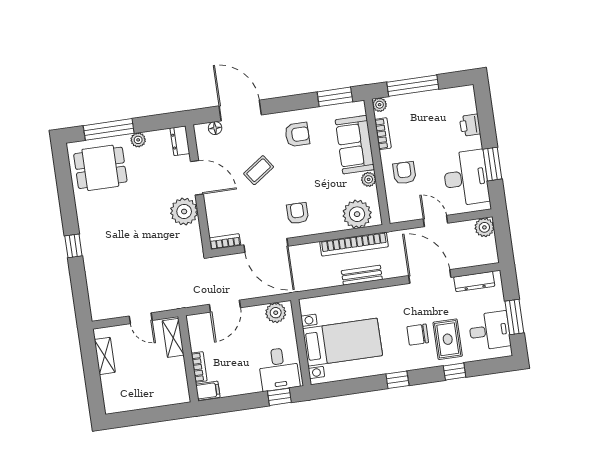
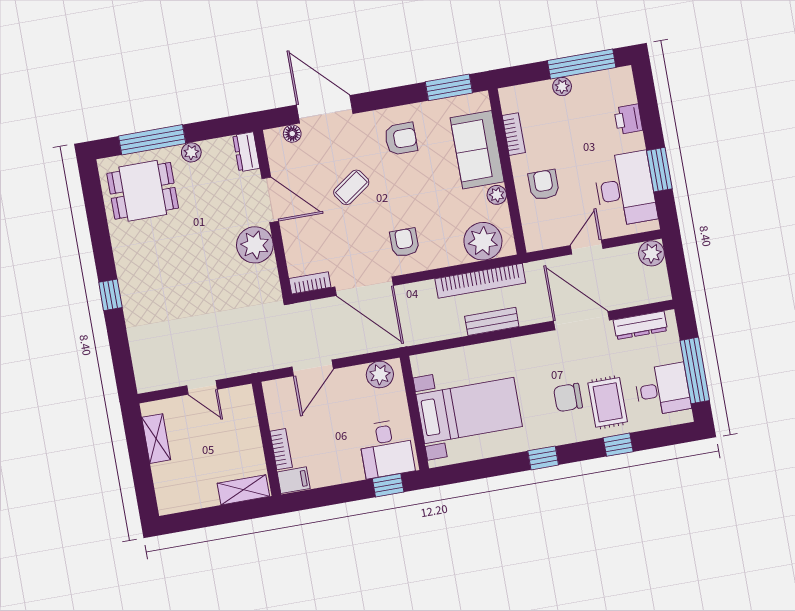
window: (413, 86) -> (582, 64), moved
plant: (380, 105) -> (562, 87), moved
door: (435, 221) -> (587, 247), hinge flipped
window: (514, 317) -> (695, 370), width x1.44
shelving: (173, 338) -> (243, 490), moved, turned 90

